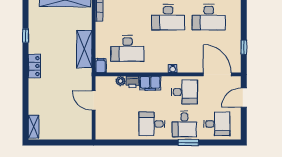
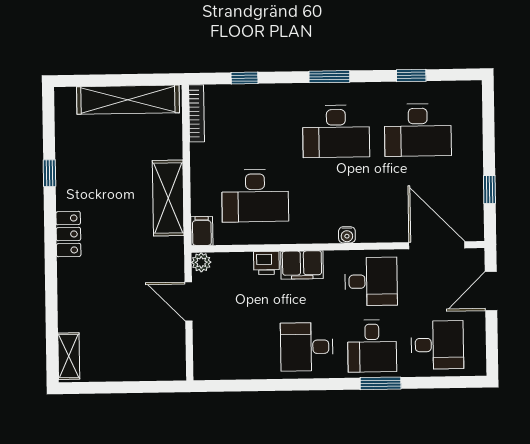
plant: (120, 81) -> (201, 262), moved

